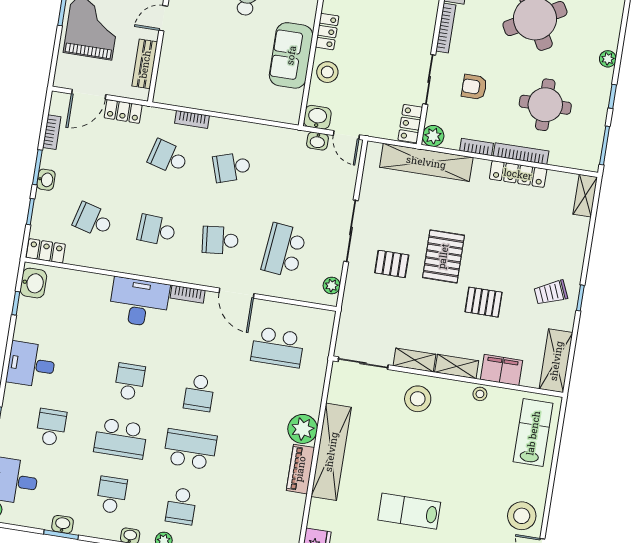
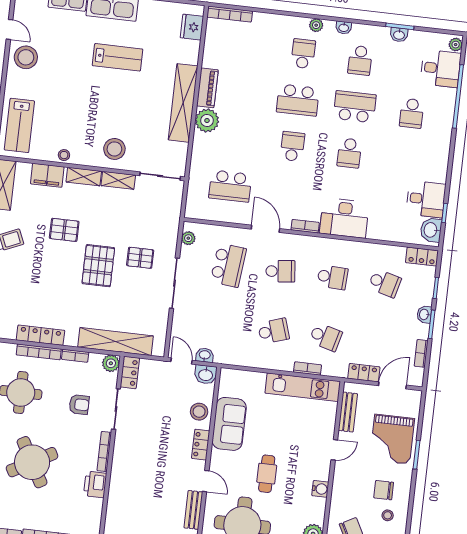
kitchen unit: (199, 97) -> (303, 387), added
school desk: (278, 347) -> (230, 186), turned 180
desk: (31, 365) -> (426, 199), moved

